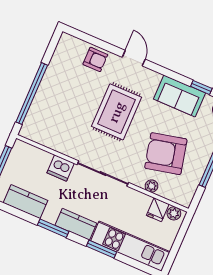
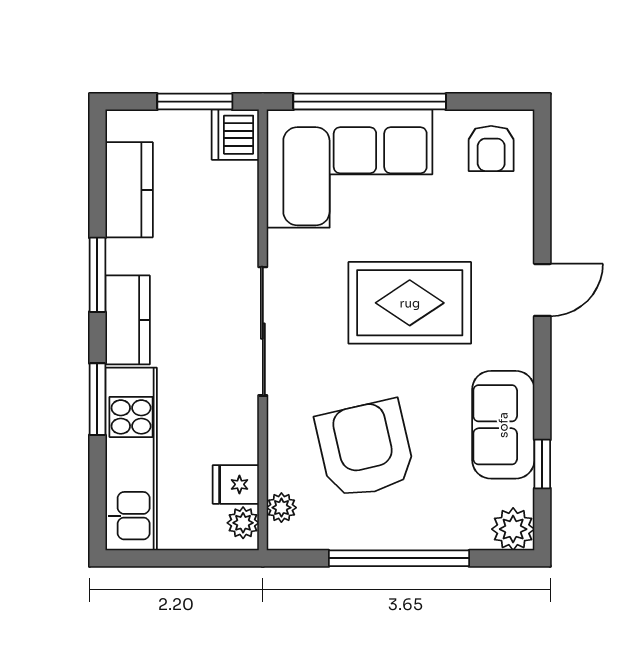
armchair: (95, 59) -> (491, 148), moved
corner sofa: (54, 113) -> (350, 169), added
dishwasher: (61, 168) -> (235, 135), moved
plant: (152, 186) -> (281, 508), moved

